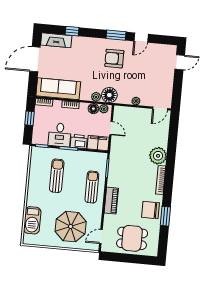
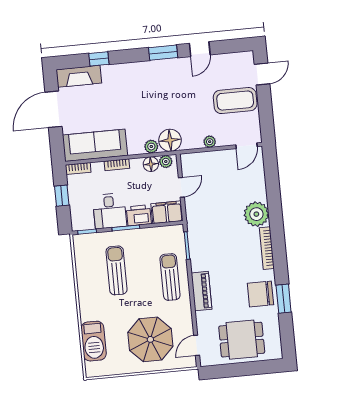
armchair: (114, 59) -> (167, 87), removed
coffee table: (158, 77) -> (235, 101), added
door: (111, 128) -> (181, 187), hinge flipped

